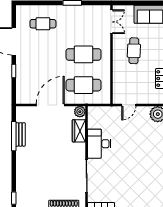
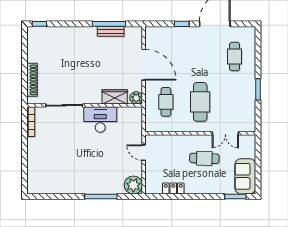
double door: (112, 22) -> (225, 133), moved
cafe table: (83, 85) -> (166, 102), width x0.73, depth x0.74

